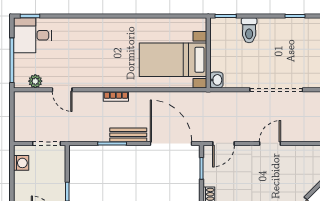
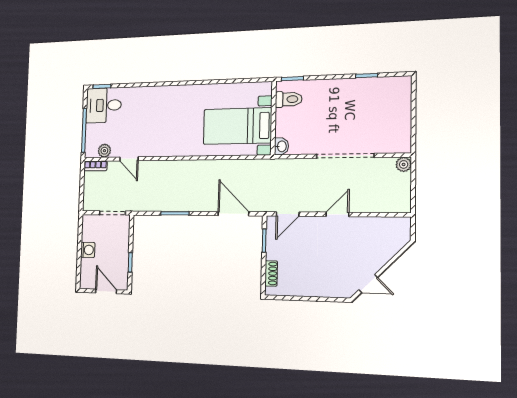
toilet: (249, 30) -> (289, 99), moved, turned -90
bookcase: (116, 96) -> (95, 166), moved
bench: (128, 135) -> (191, 204), removed
door: (171, 143) -> (233, 214), width x0.73
washing machine: (21, 163) -> (88, 250), moved

